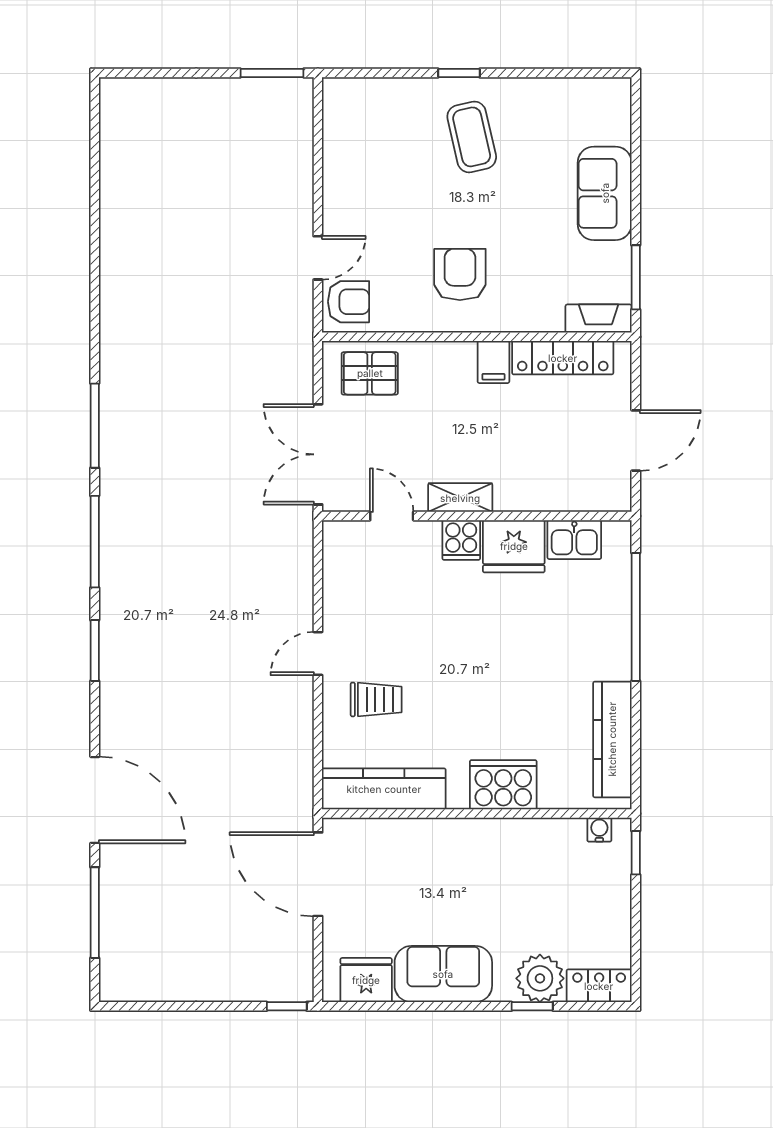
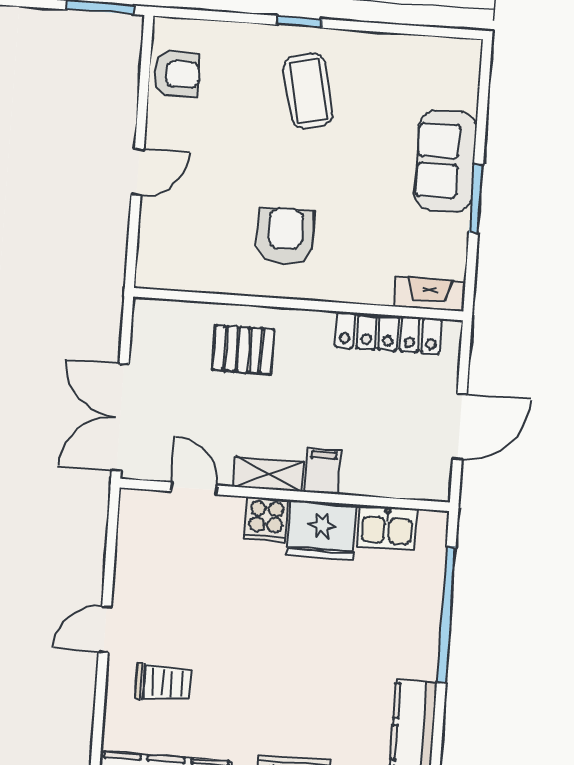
door: (318, 258) -> (138, 172), moved
window: (636, 277) -> (476, 199), moved
armchair: (349, 302) -> (177, 74), moved
filing cabinet: (493, 362) -> (323, 471), moved, turned 180
pallet: (370, 373) -> (243, 350), moved

